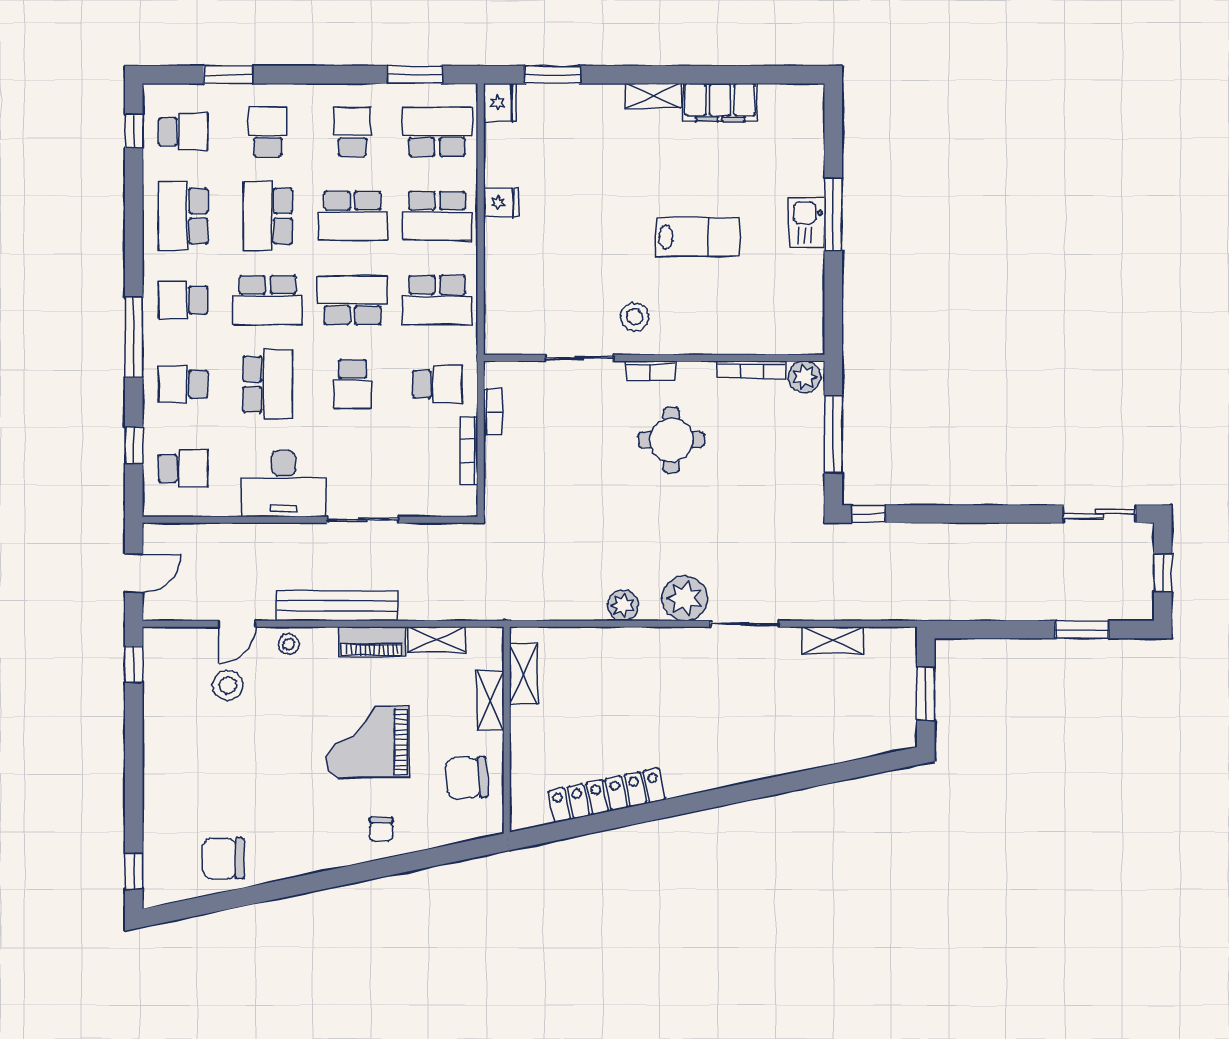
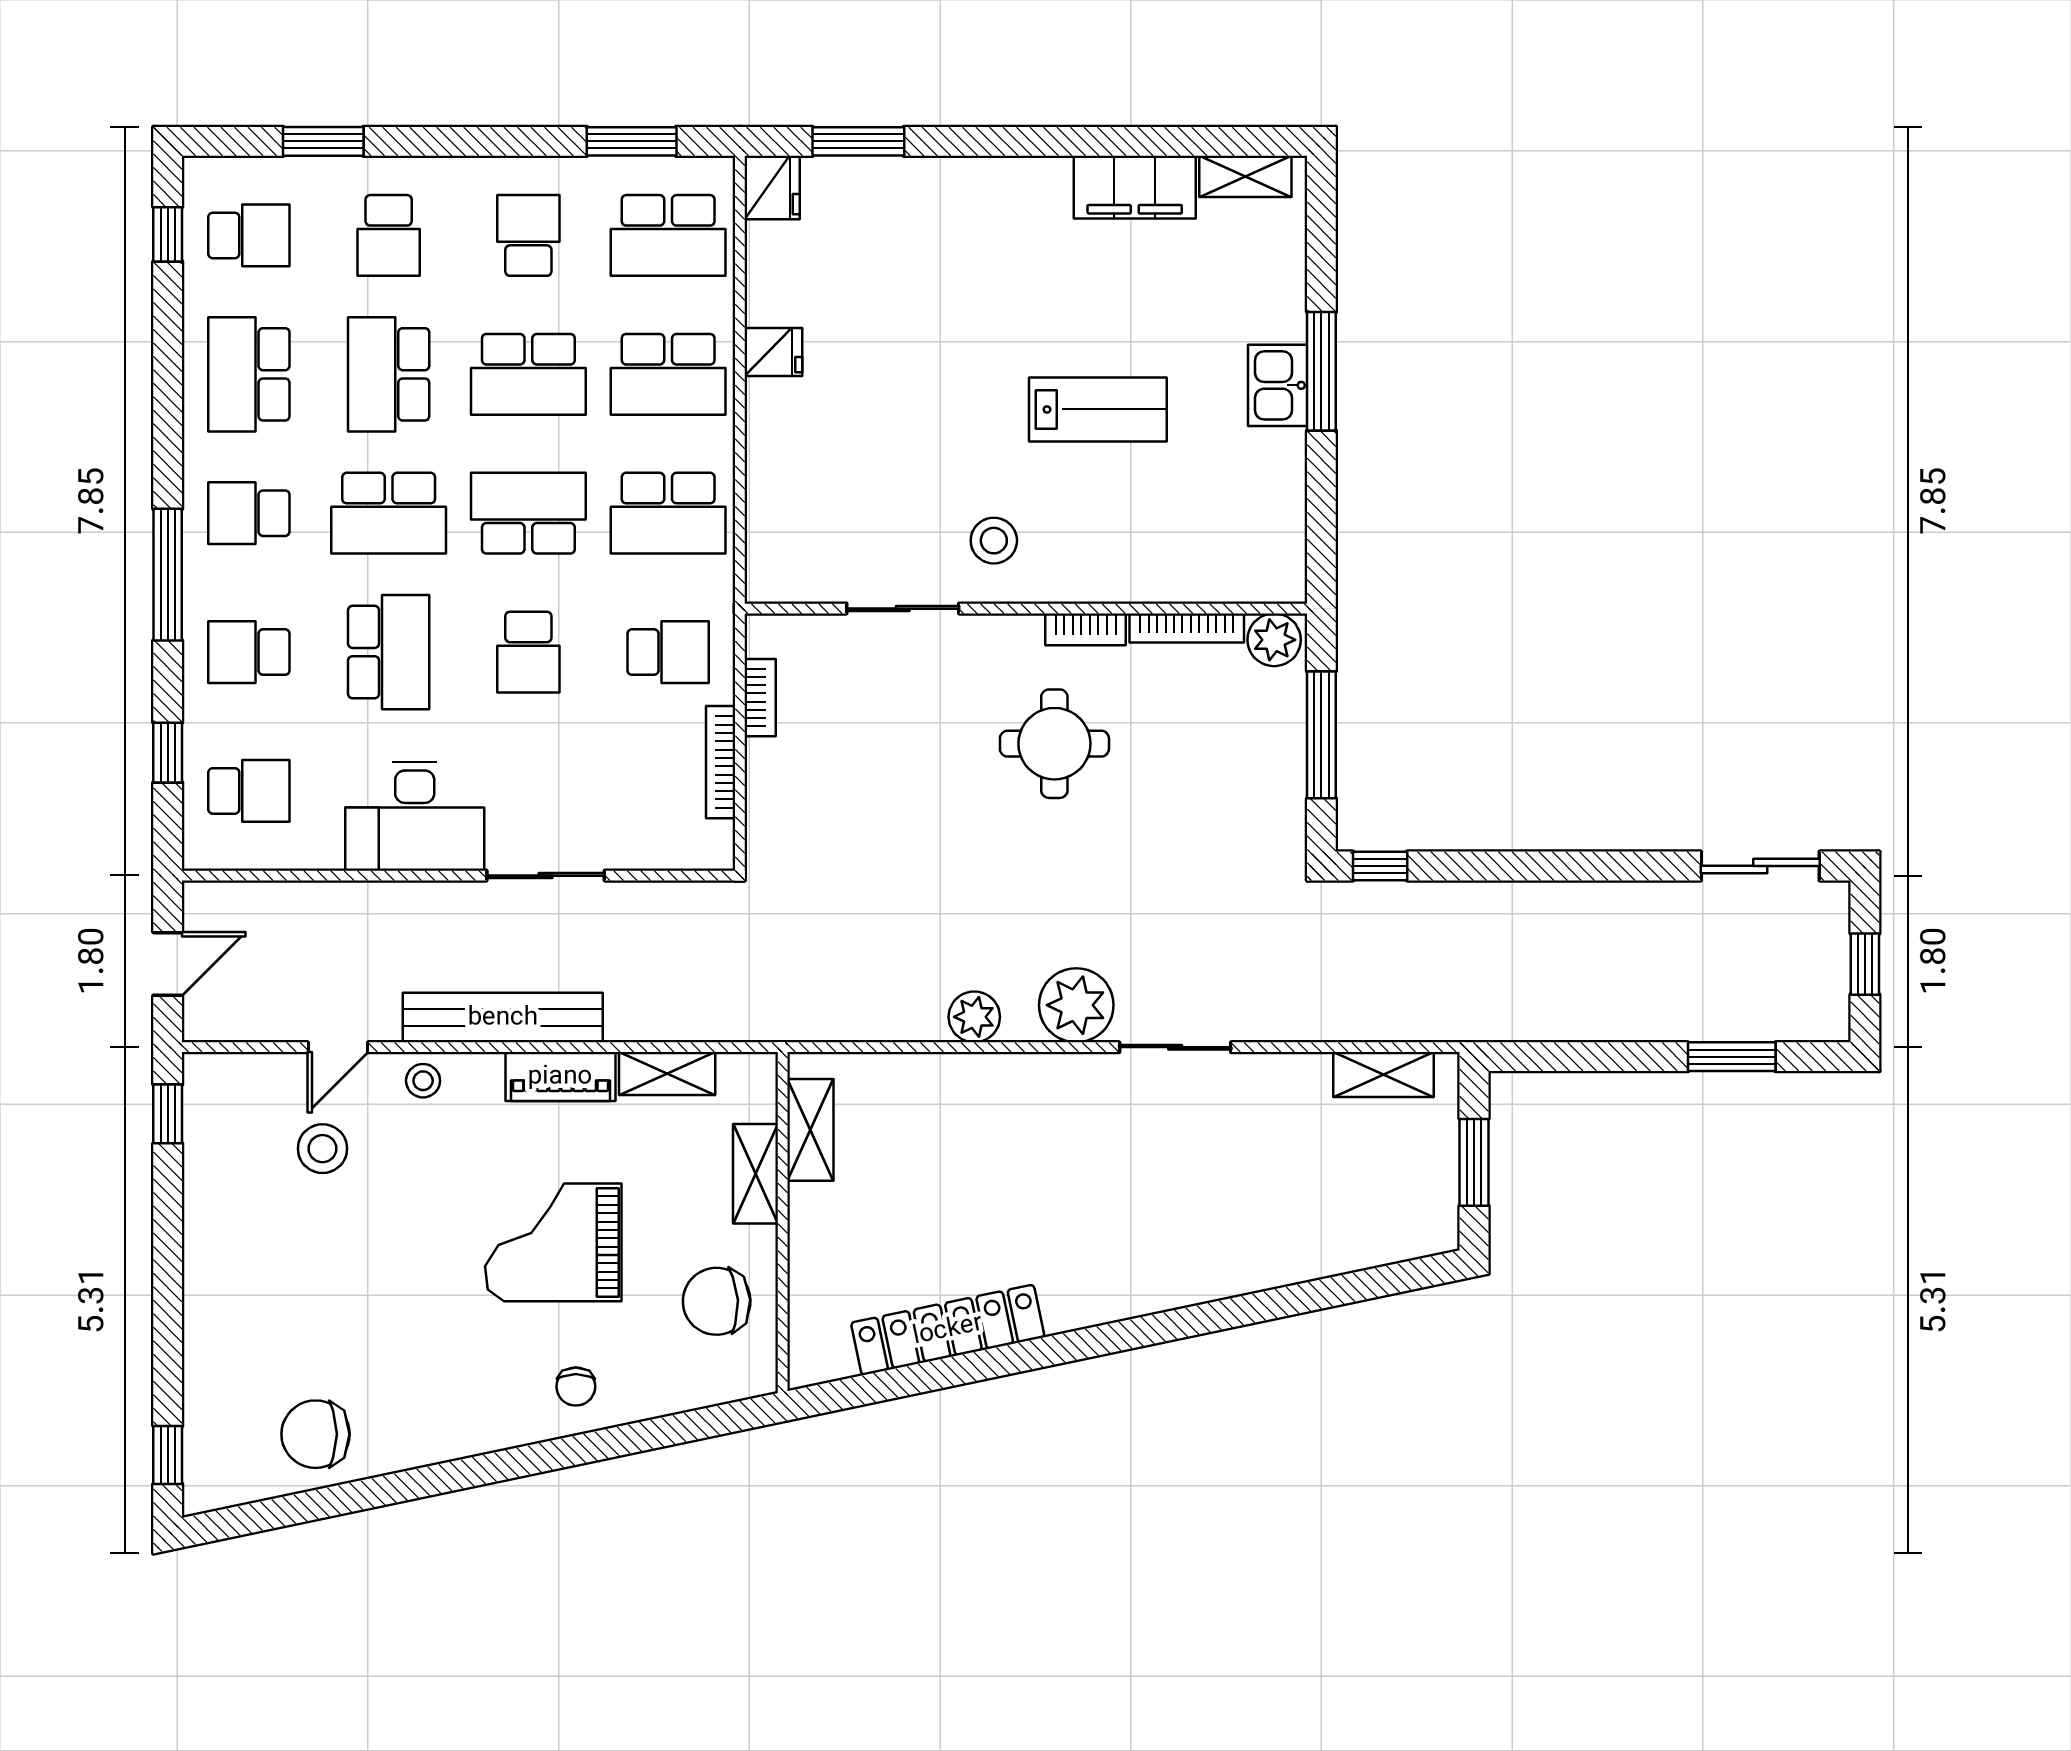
shelving: (653, 96) -> (1245, 176), moved
school desk: (268, 132) -> (389, 235), turned 180
school desk: (437, 132) -> (668, 235), turned 180
bookcase: (650, 370) -> (1086, 629), moved
shelving: (833, 640) -> (1384, 1074), moved

